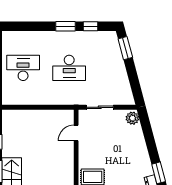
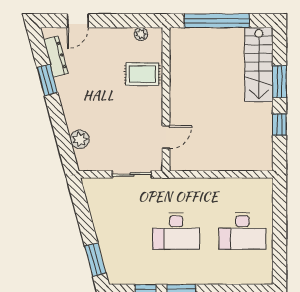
desk: (69, 68) -> (176, 231), turned 180
plant: (132, 118) -> (80, 139), moved

